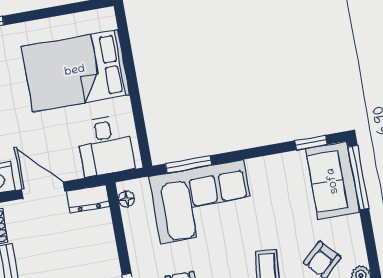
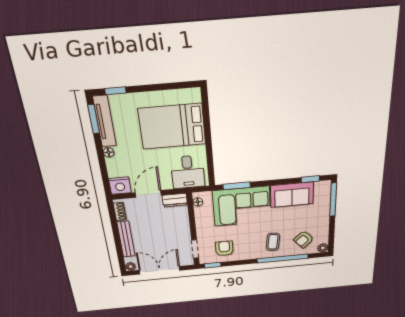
sofa: (333, 181) -> (292, 195), moved, turned -90
door: (43, 190) -> (148, 194), hinge flipped

